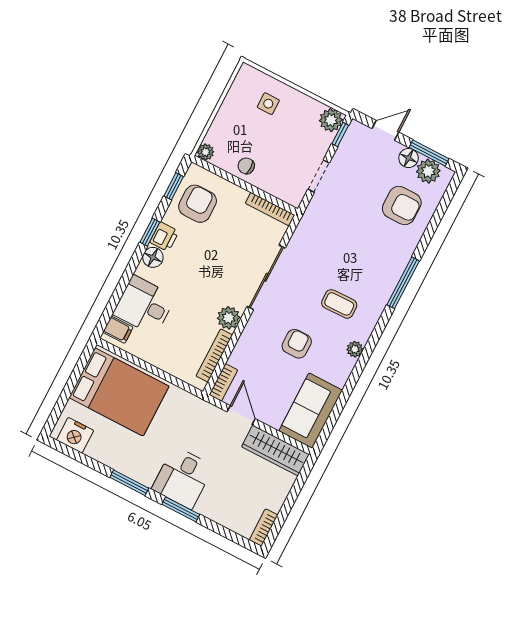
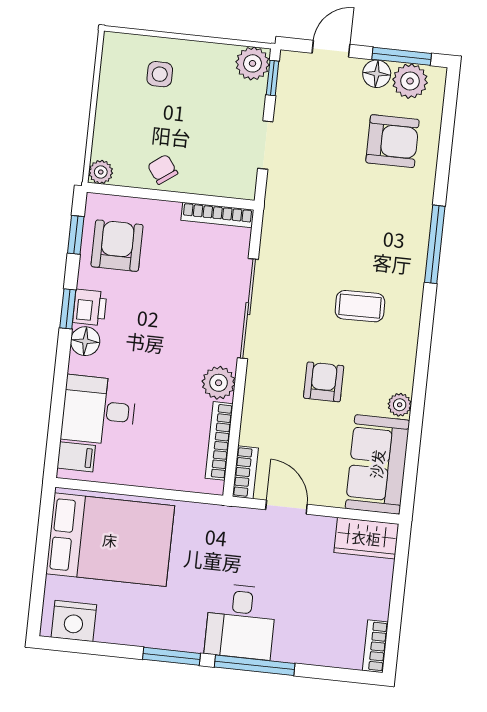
chair: (246, 166) -> (163, 169), turned 54
plant: (355, 349) -> (400, 405), moved
wardrobe: (275, 451) -> (366, 538), width x0.67
window: (181, 509) -> (255, 665), width x1.44

